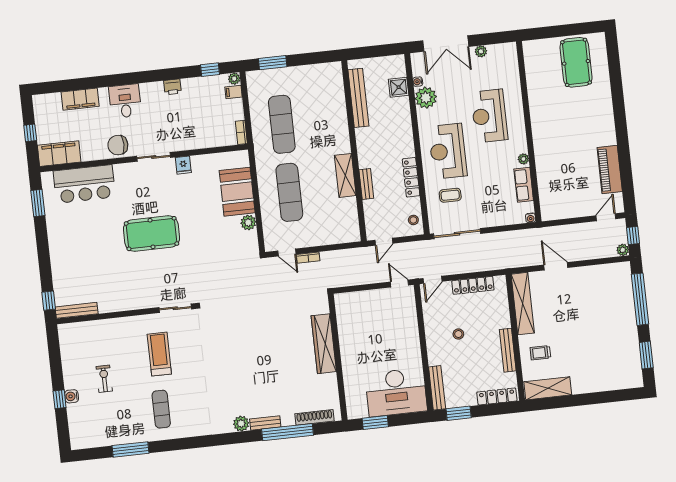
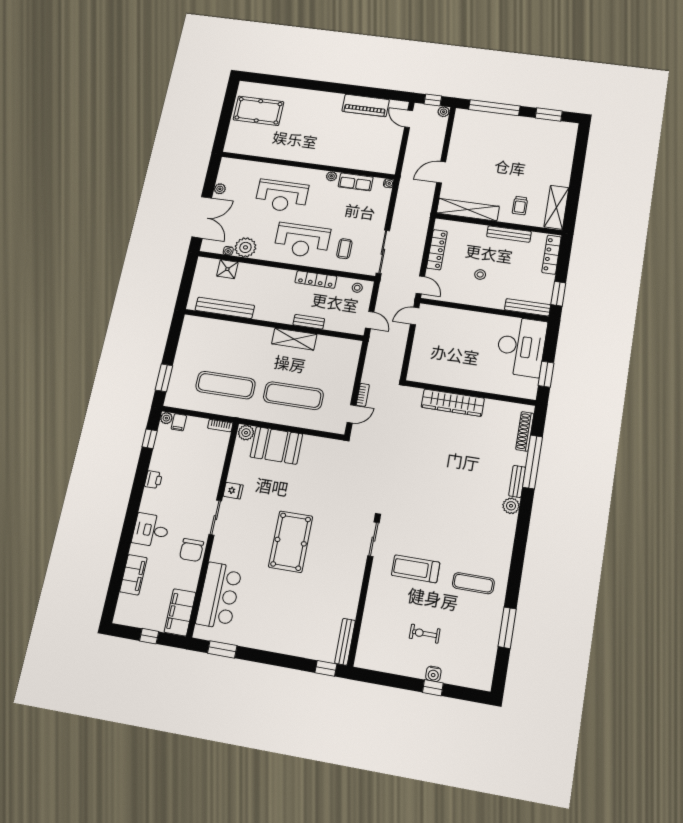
plant: (248, 223) -> (246, 433), moved

